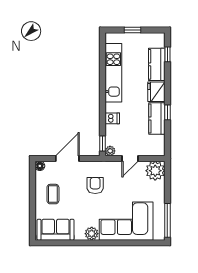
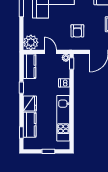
kitchen counter: (157, 118) -> (29, 66), moved
door: (130, 158) -> (50, 52), hinge flipped

